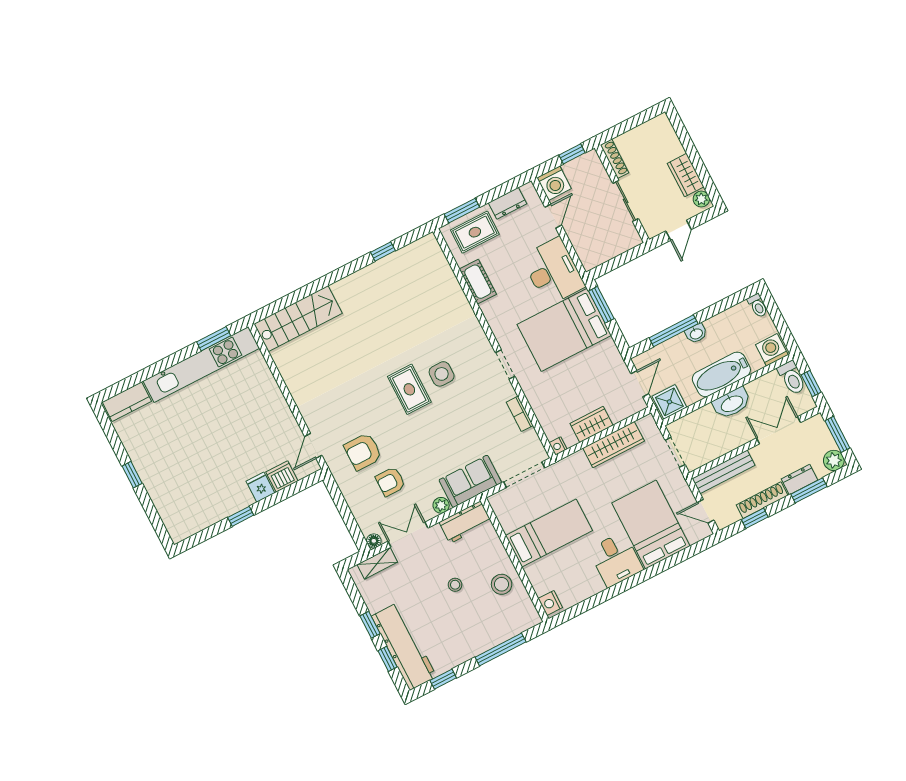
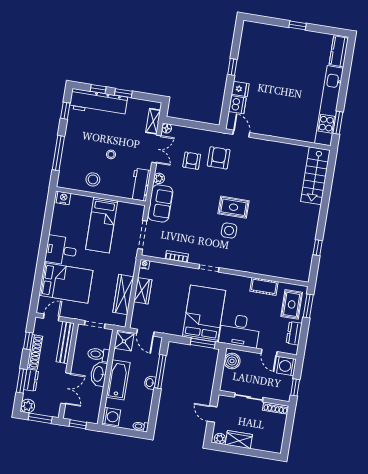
boiler: (597, 254) -> (232, 361), added
toilet: (792, 378) -> (98, 354), moved

